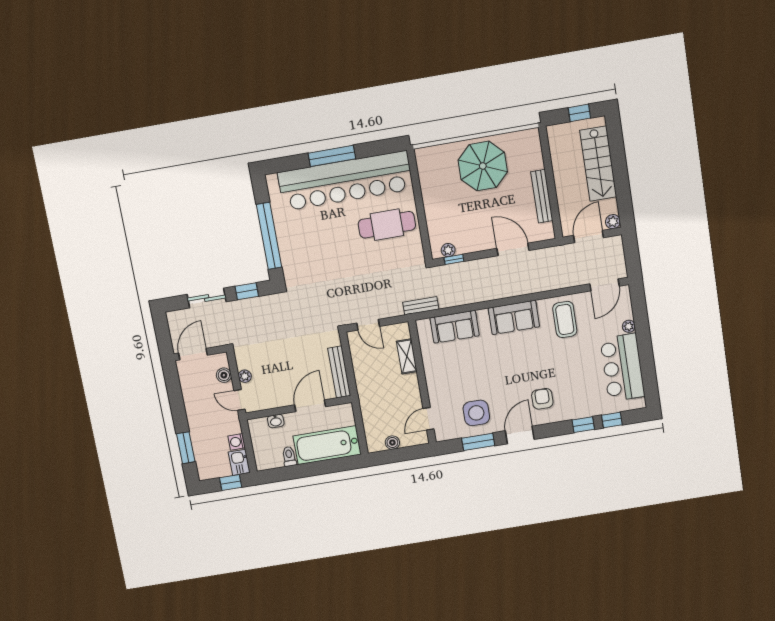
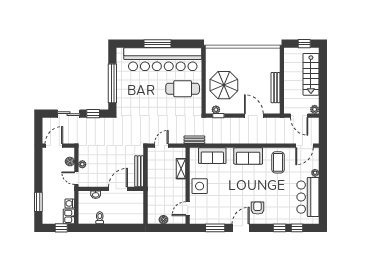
parasol: (483, 166) -> (224, 85), moved
door: (588, 237) -> (299, 116), swing flipped
door: (368, 325) -> (161, 146), swing flipped
side table: (476, 413) -> (200, 186), moved
bathtub: (327, 445) -> (124, 215), removed

